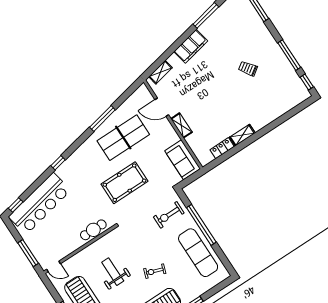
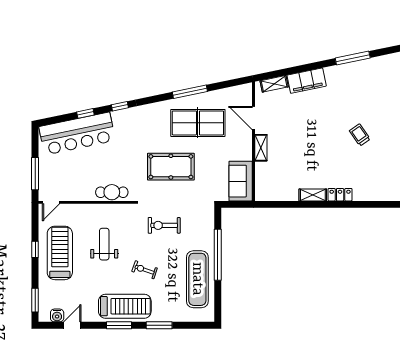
filing cabinet: (191, 46) -> (307, 81), moved
locker: (222, 148) -> (340, 195), moved
window: (16, 205) -> (85, 113), moved
exercise bike: (169, 215) -> (164, 225), moved
door: (54, 267) -> (51, 202), hinge flipped

